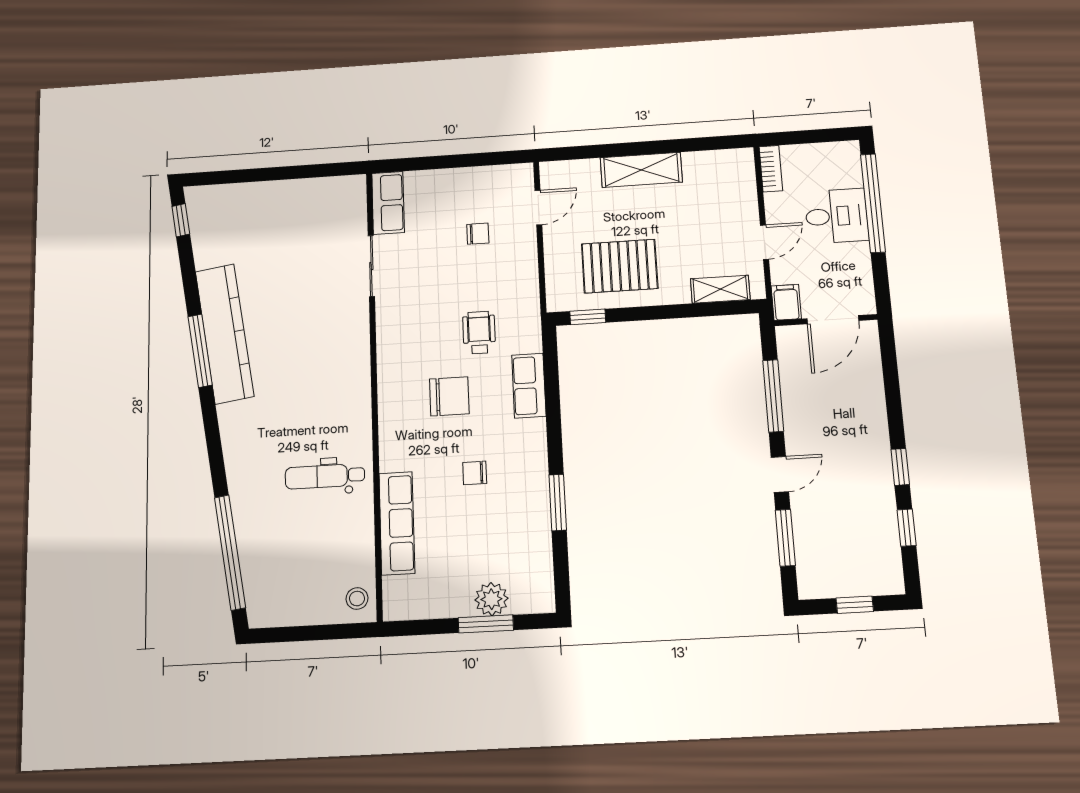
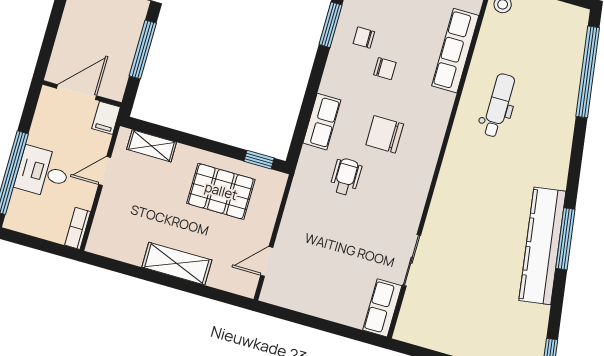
chair: (478, 234) -> (364, 38), moved
wheelchair: (479, 333) -> (346, 177), turned 180
dental chair: (325, 476) -> (498, 105), turned -90

